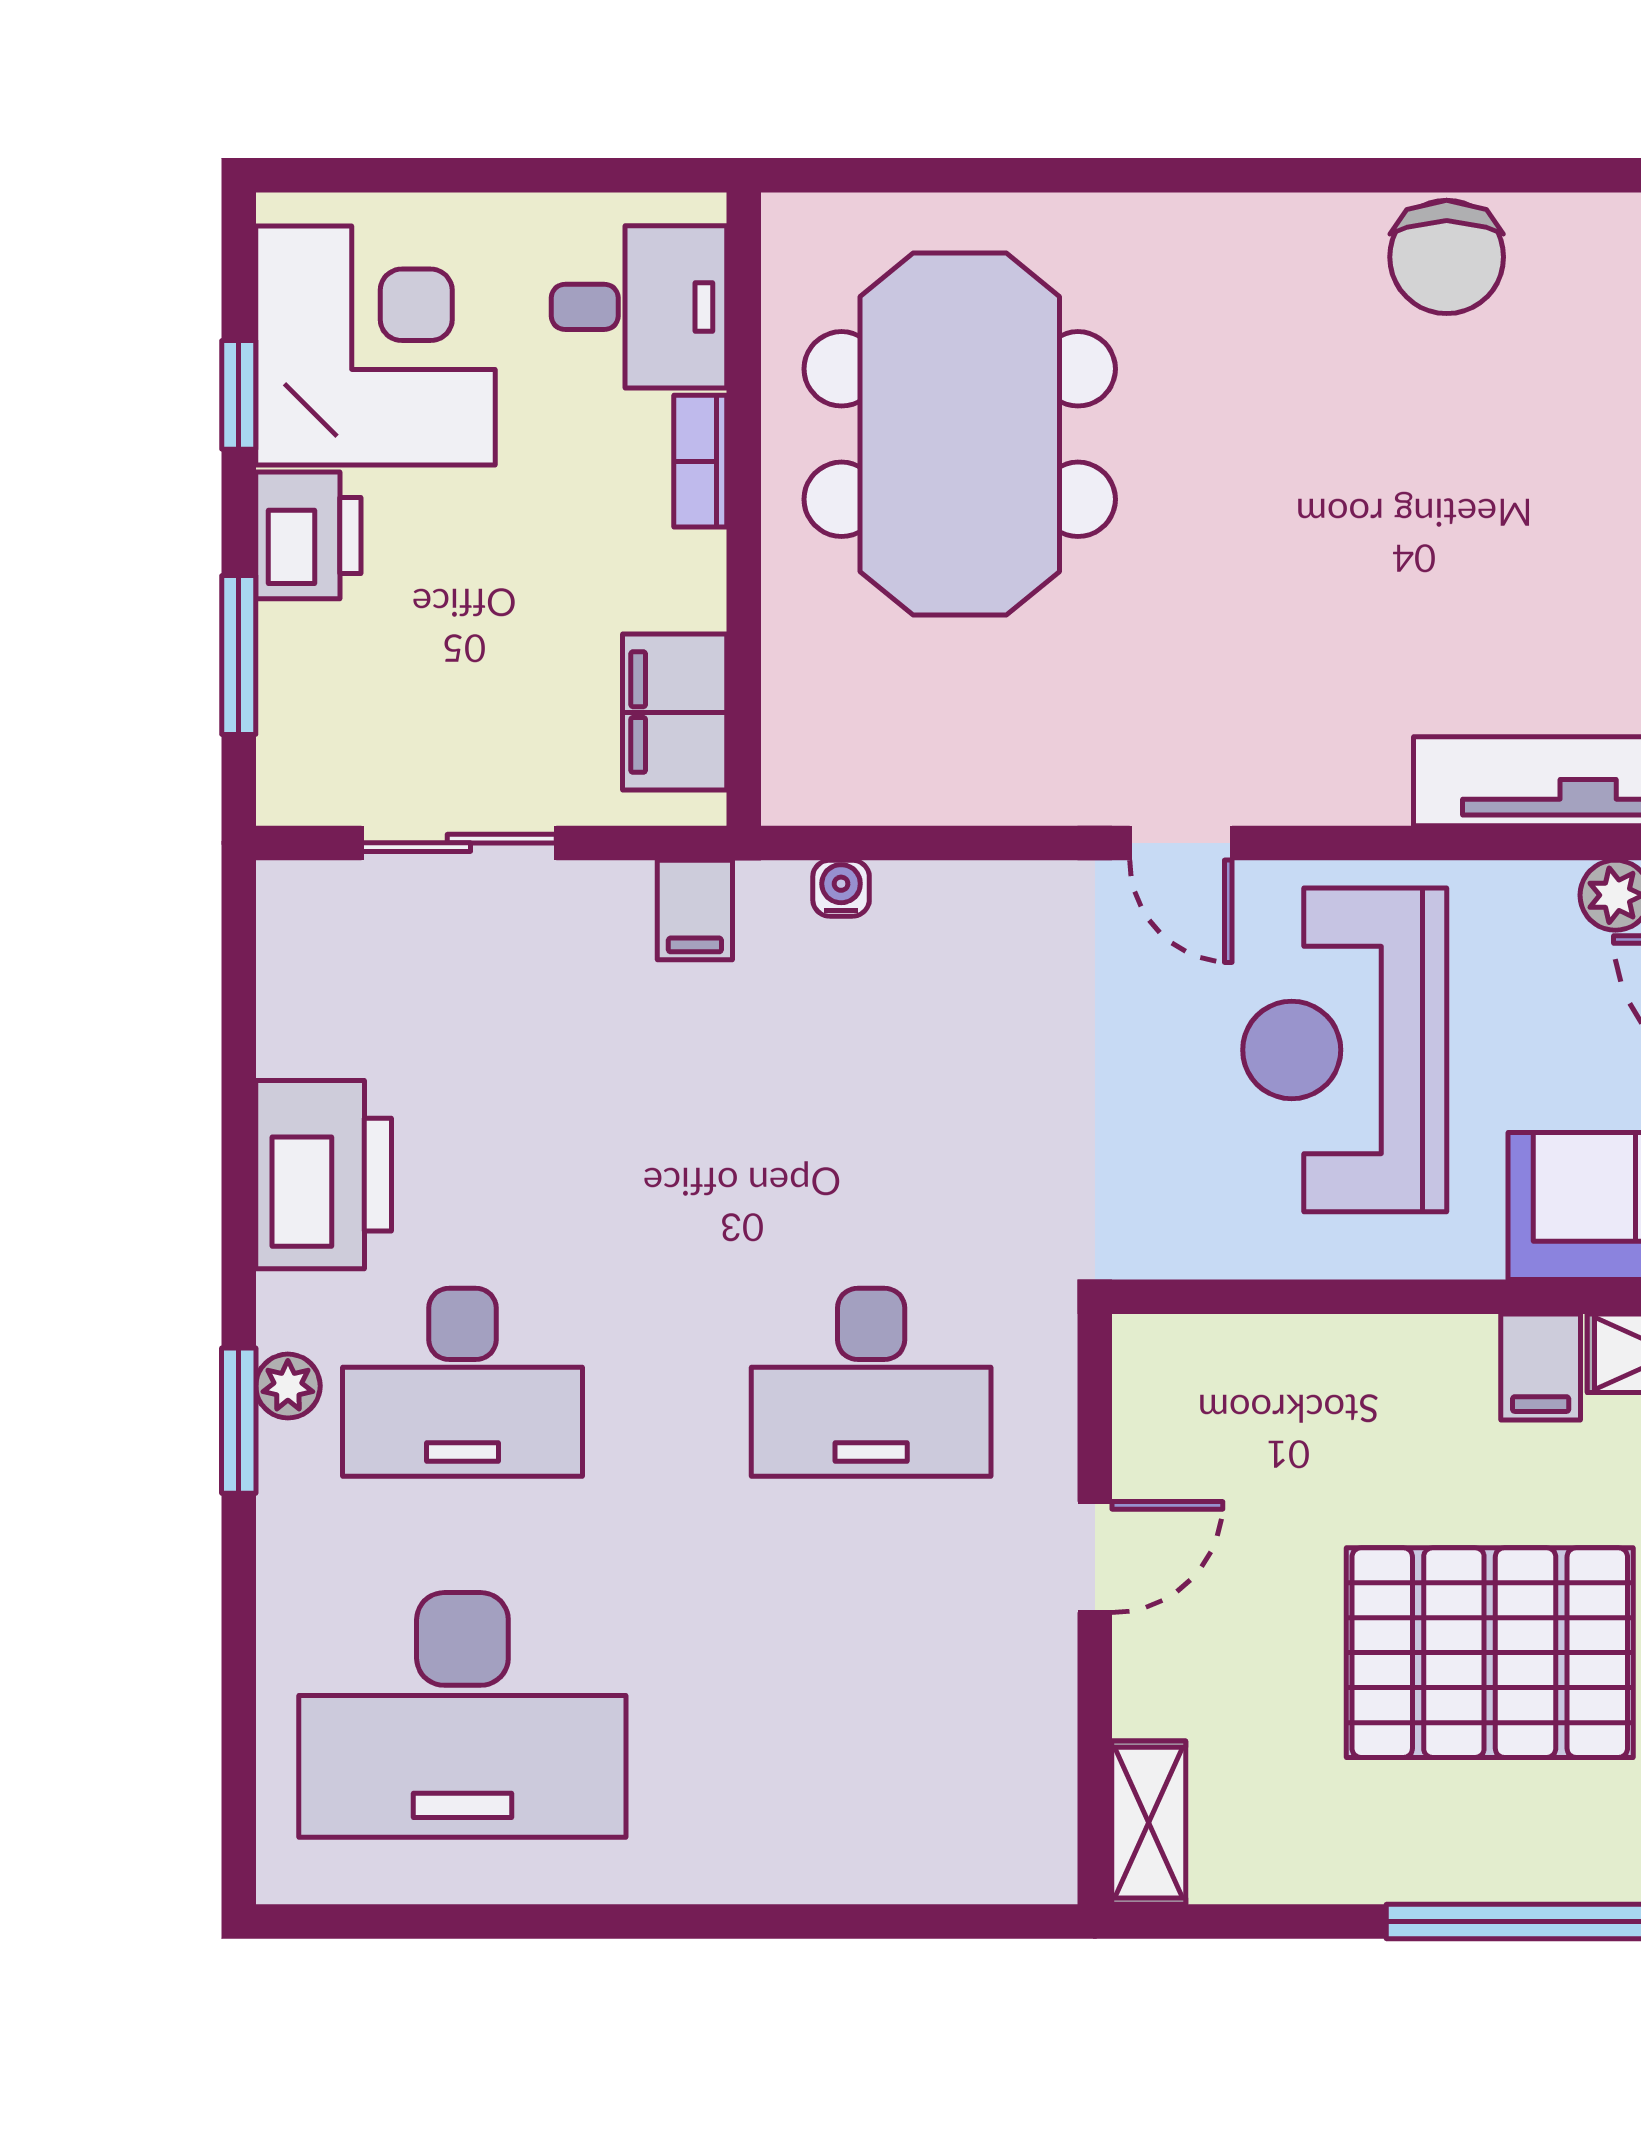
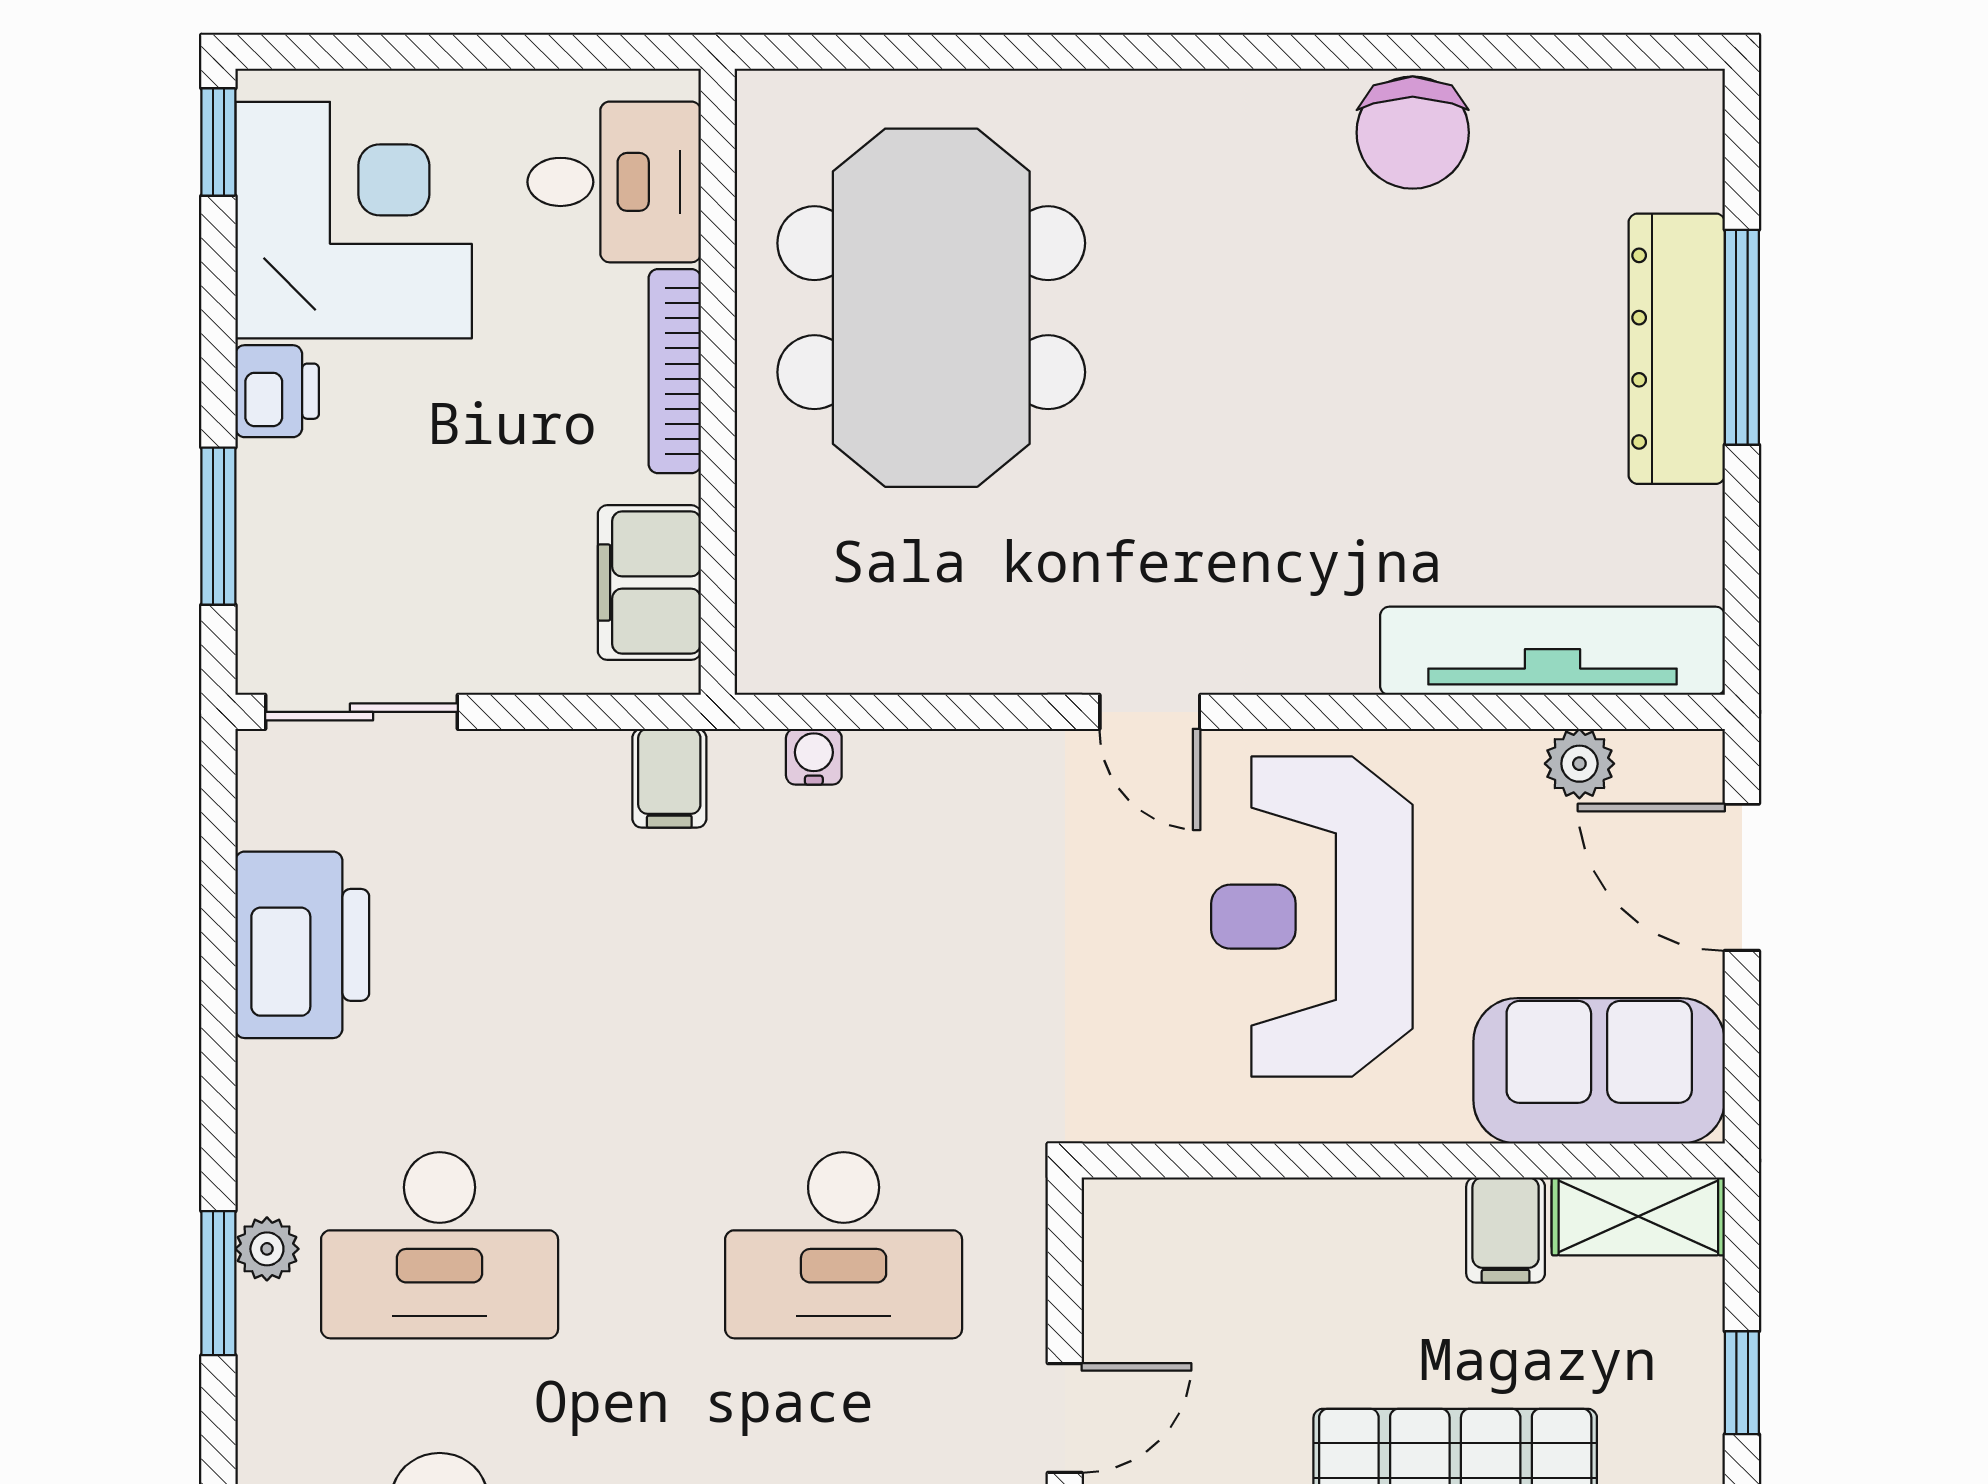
window: (239, 395) -> (218, 142), moved
bookcase: (700, 461) -> (675, 371), width x1.56
printer: (308, 535) -> (277, 391), width x0.73, depth x0.81
sliding door: (459, 843) -> (362, 712), moved
printer: (324, 1175) -> (302, 945), moved

